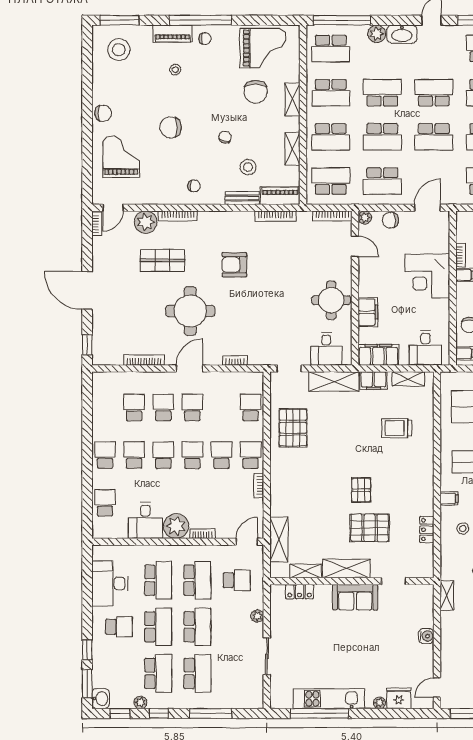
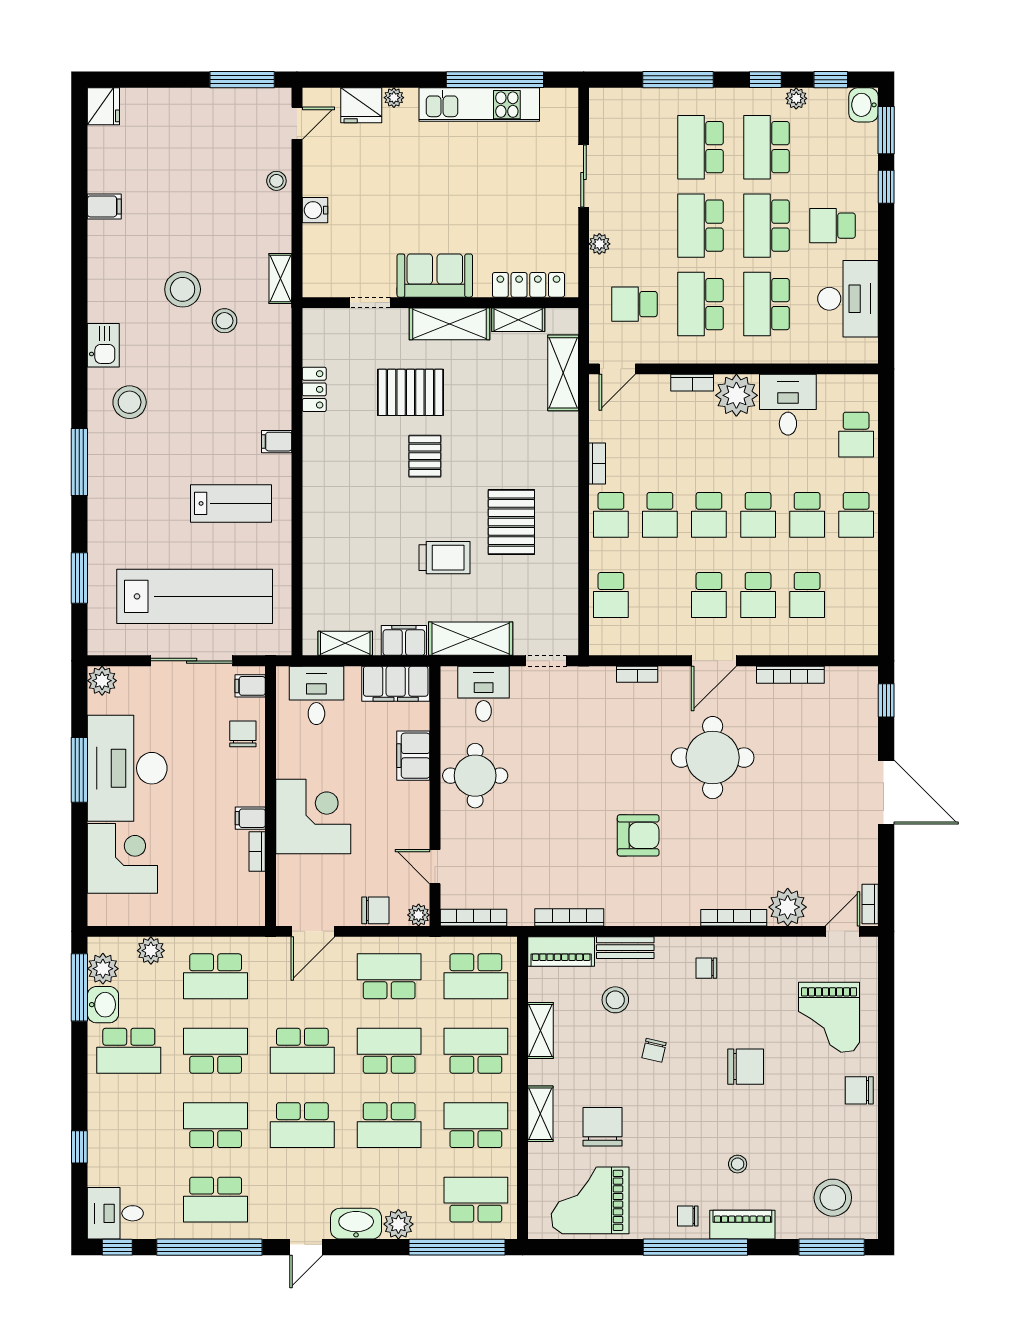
school desk: (434, 137) -> (302, 1051), turned 180
shop shelf: (162, 260) -> (759, 843), removed
pallet: (293, 428) -> (511, 522), moved
trolley: (397, 428) -> (445, 558), moved
stool: (463, 529) -> (276, 181), moved
locker: (300, 592) -> (528, 285), width x1.53

